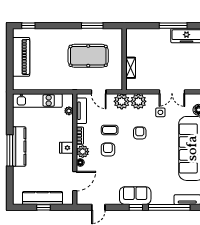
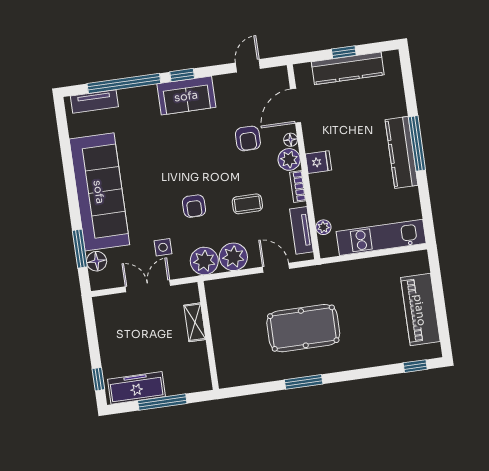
wall: (124, 59) -> (208, 335), moved
shelving: (131, 68) -> (195, 322), moved
armchair: (108, 150) -> (248, 138), moved

